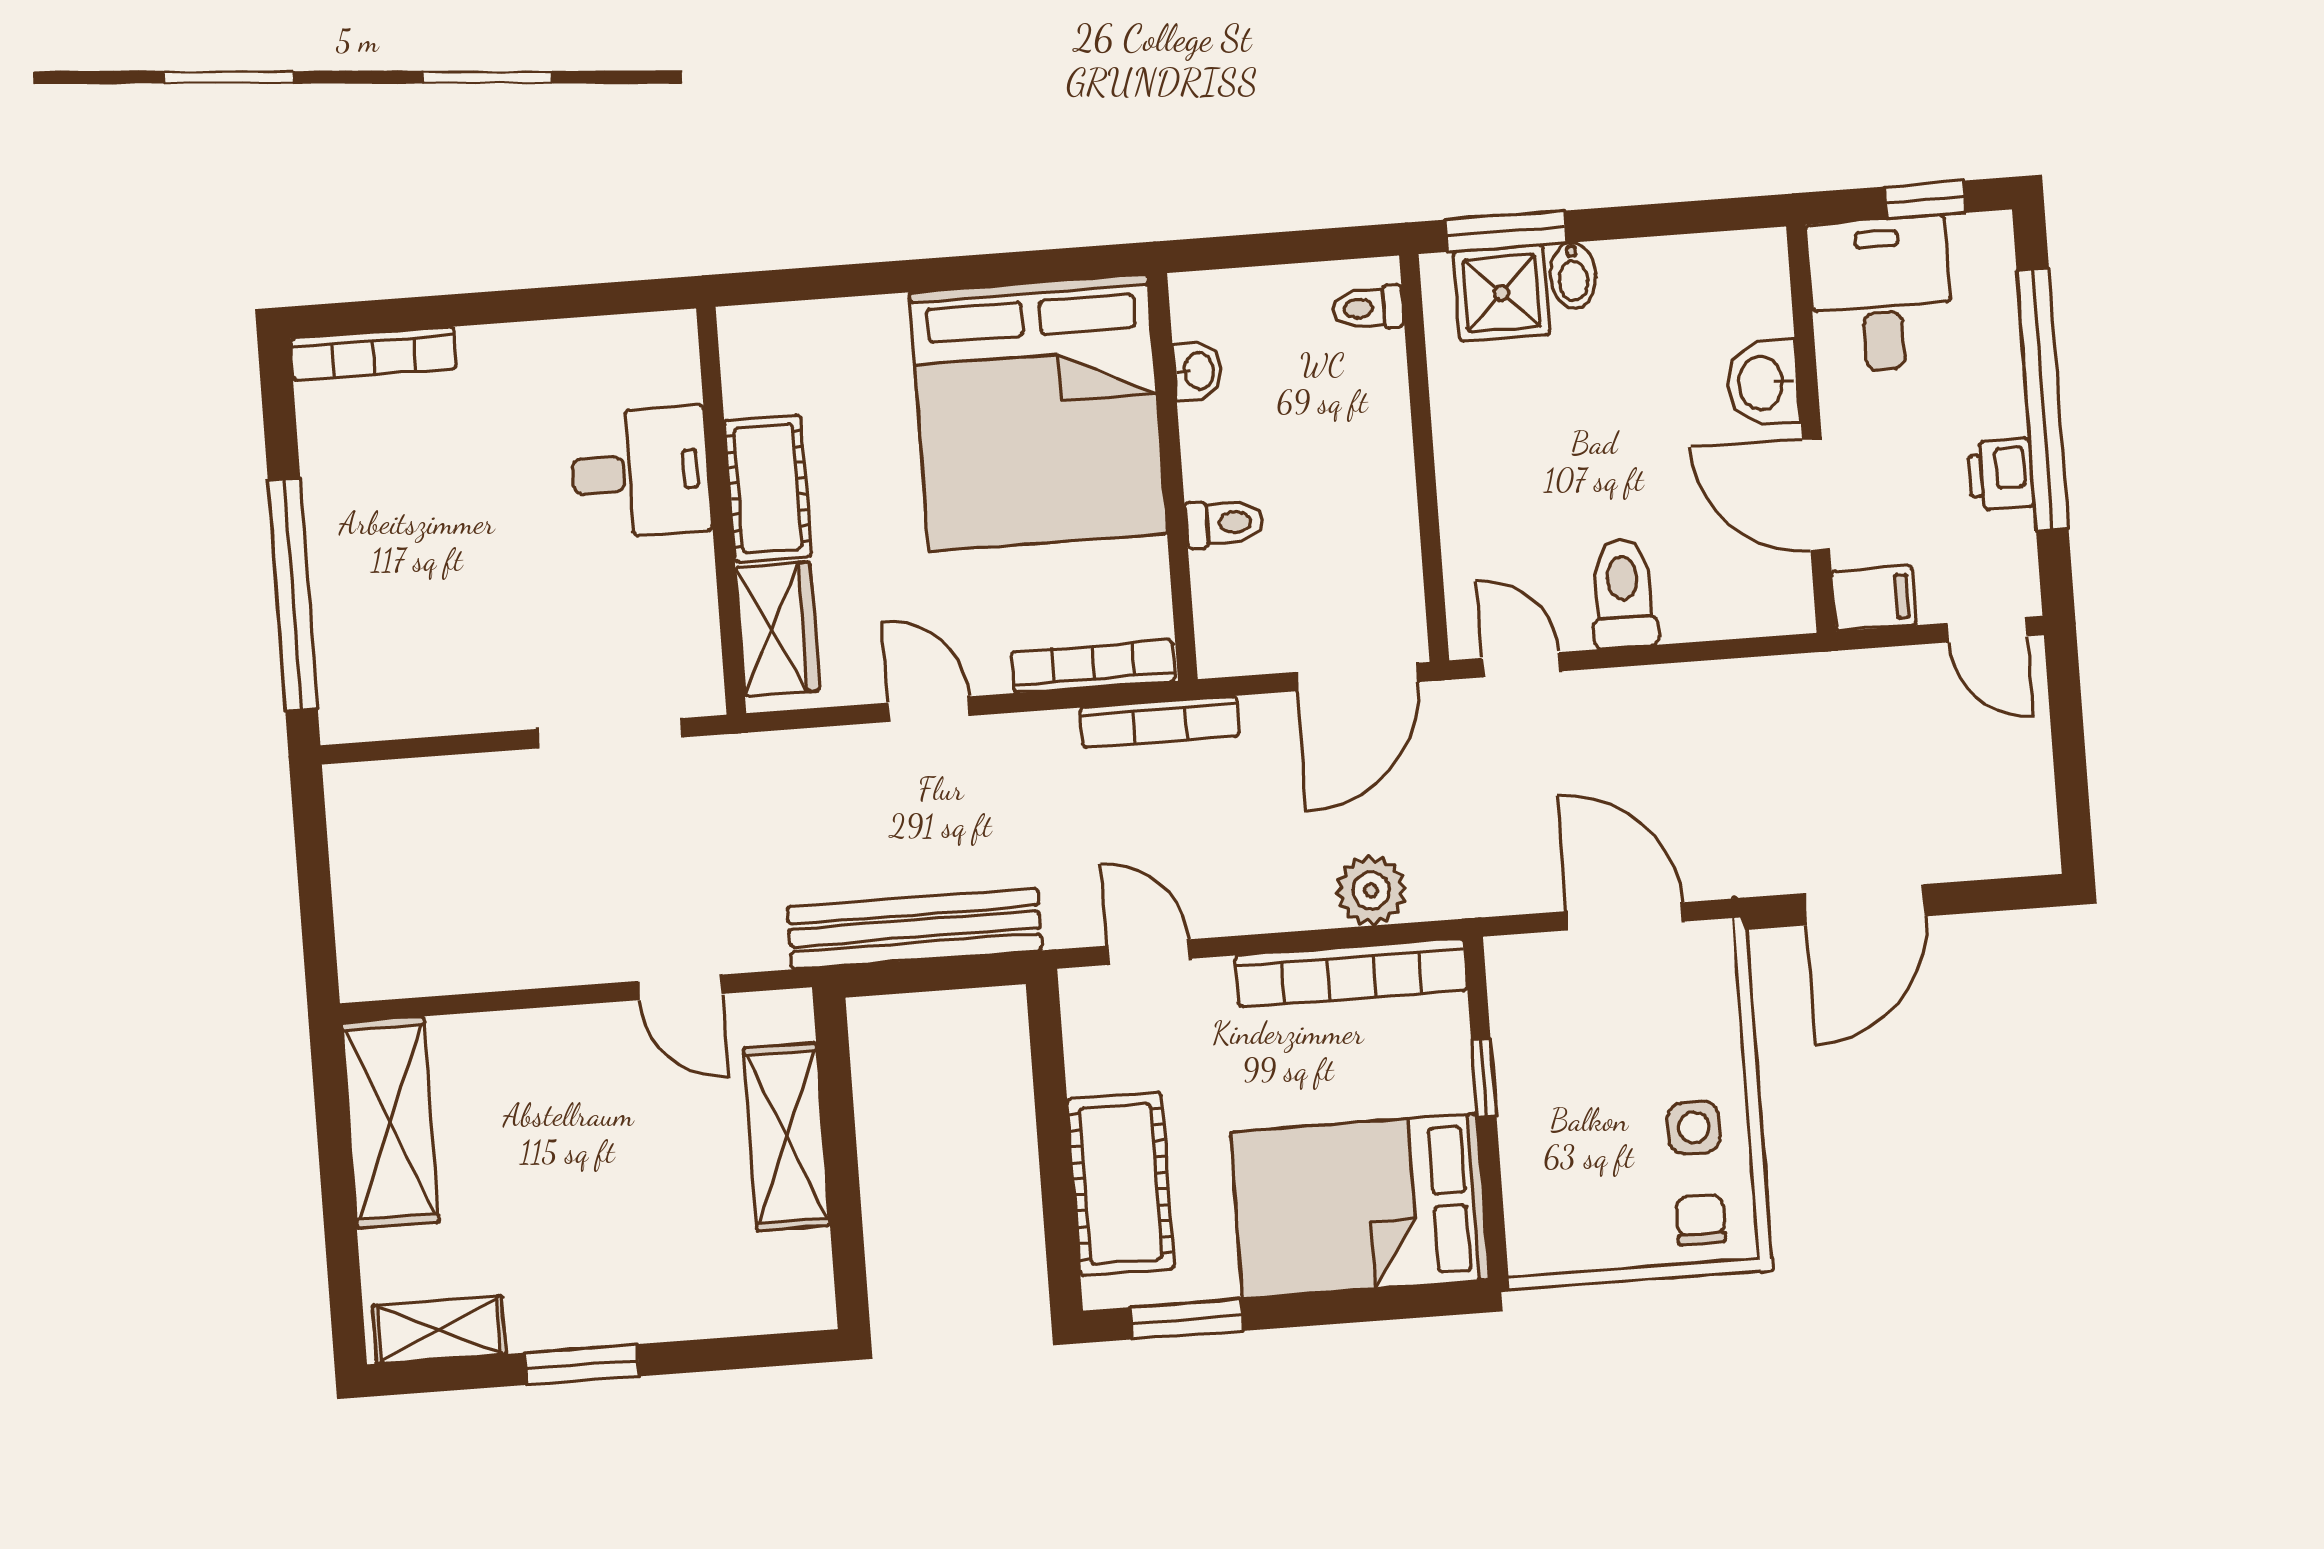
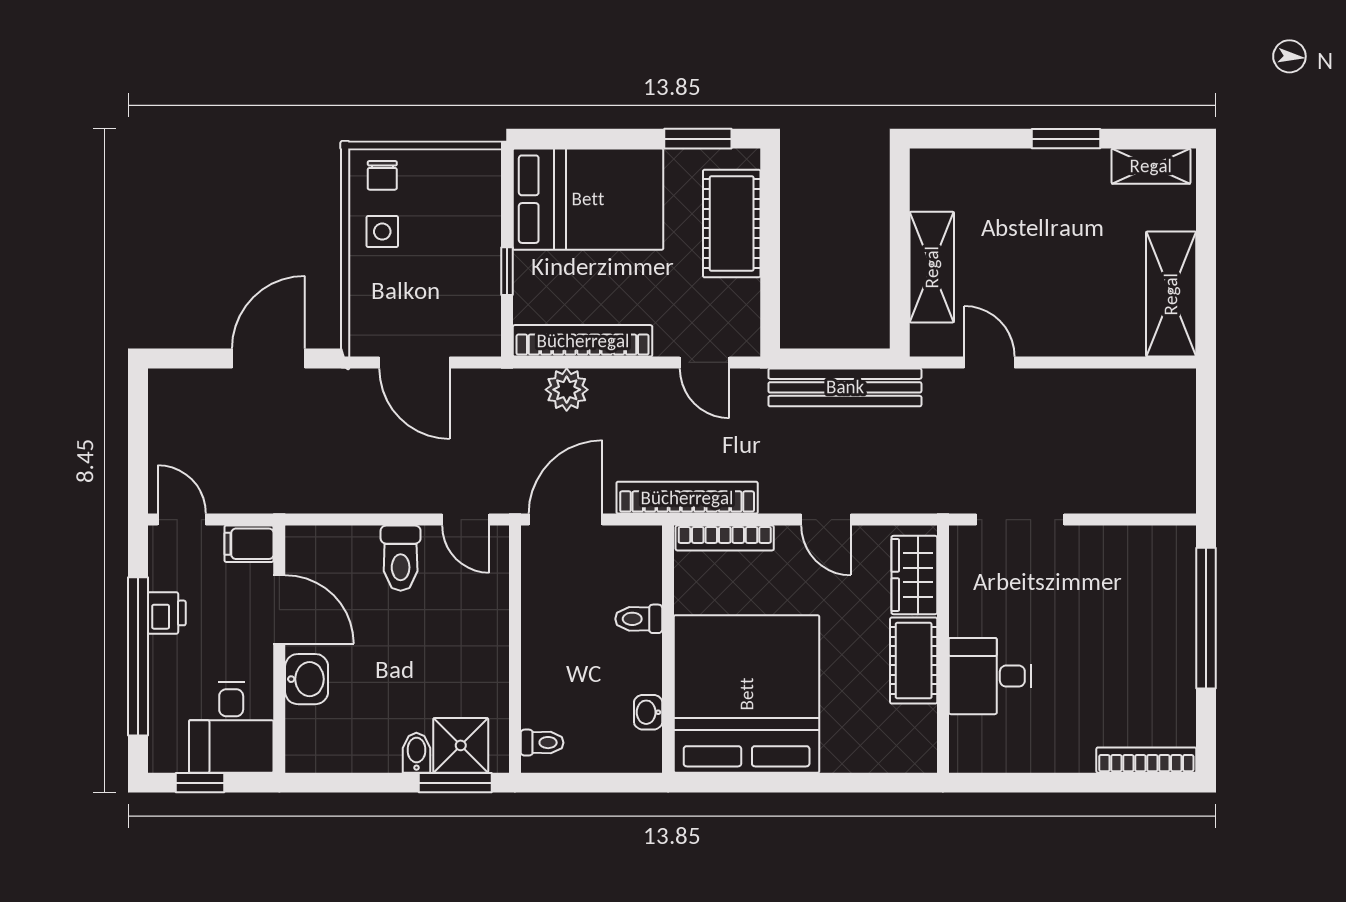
bookcase: (1160, 722) -> (687, 498), width x1.48, depth x1.31

